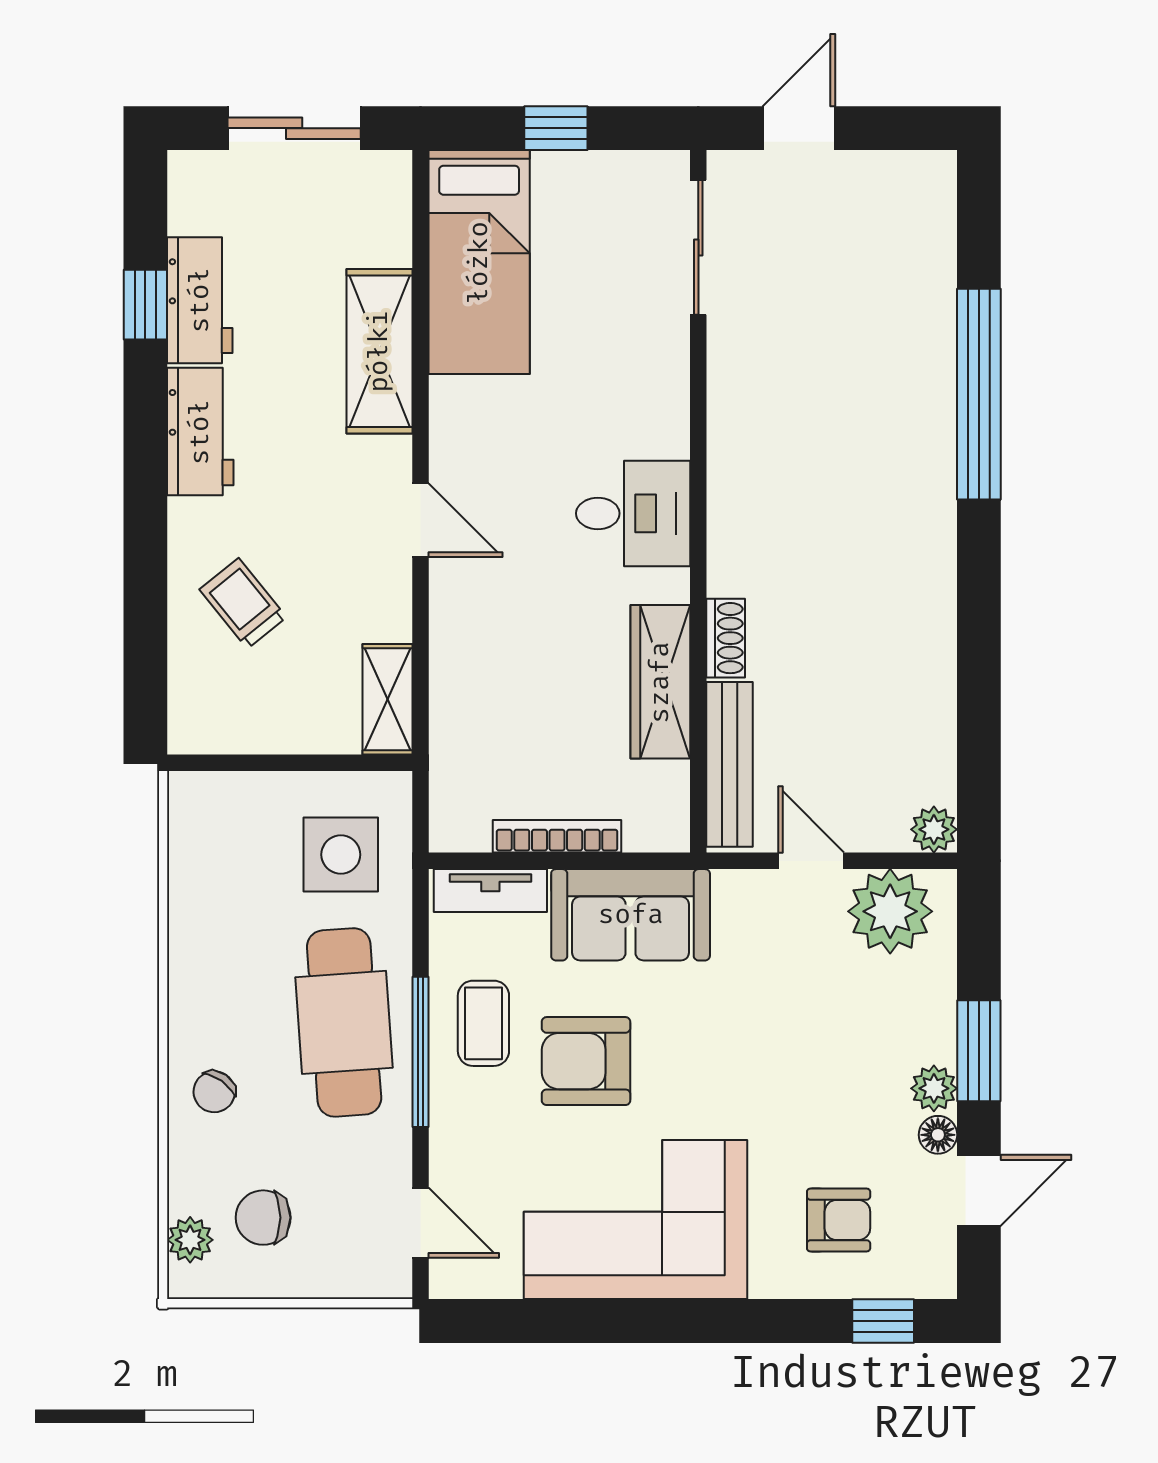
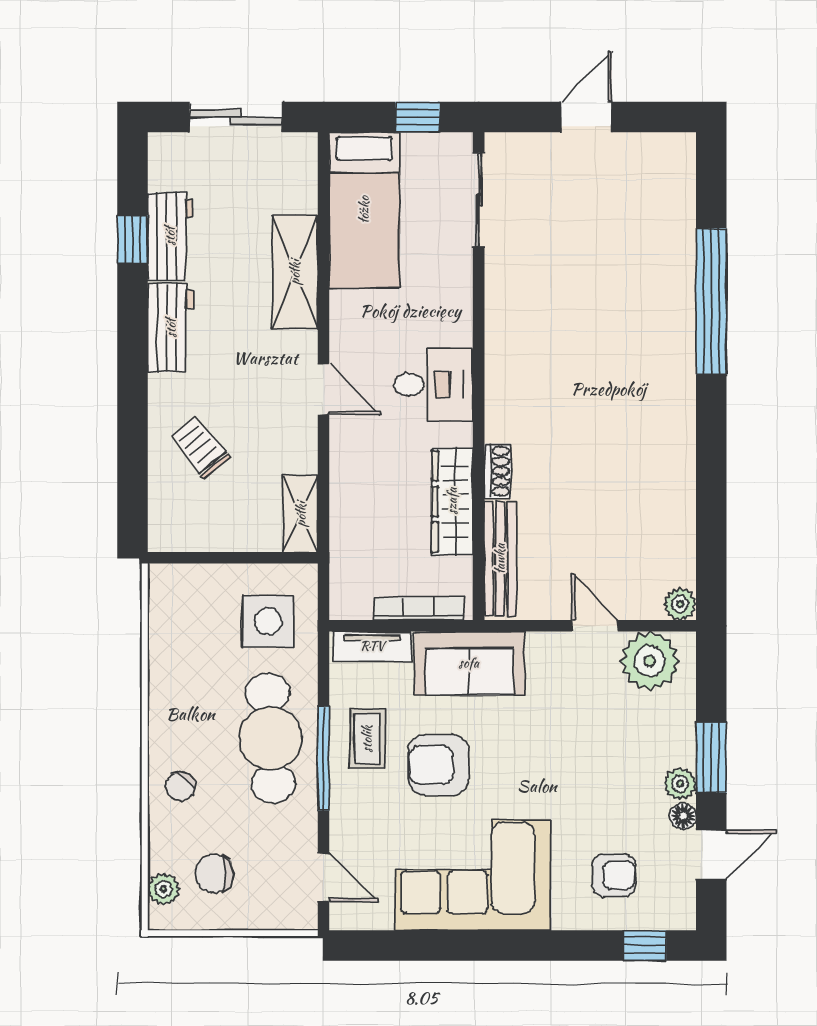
sliding door: (698, 247) -> (479, 200), moved
wall: (698, 501) -> (479, 376), moved
desk: (633, 513) -> (433, 385), moved
shoe rack: (726, 638) -> (498, 471), moved
wardrobe: (660, 682) -> (452, 501), moved
bench: (730, 764) -> (500, 559), moved

